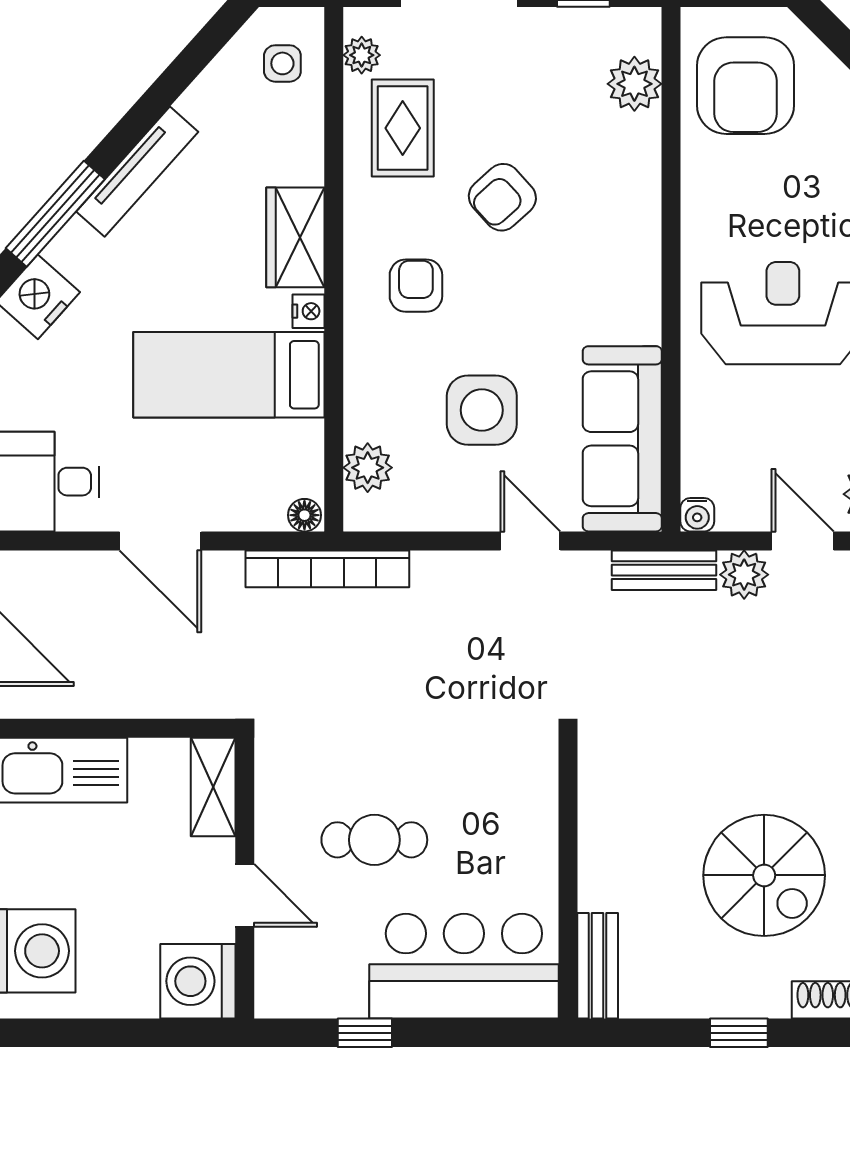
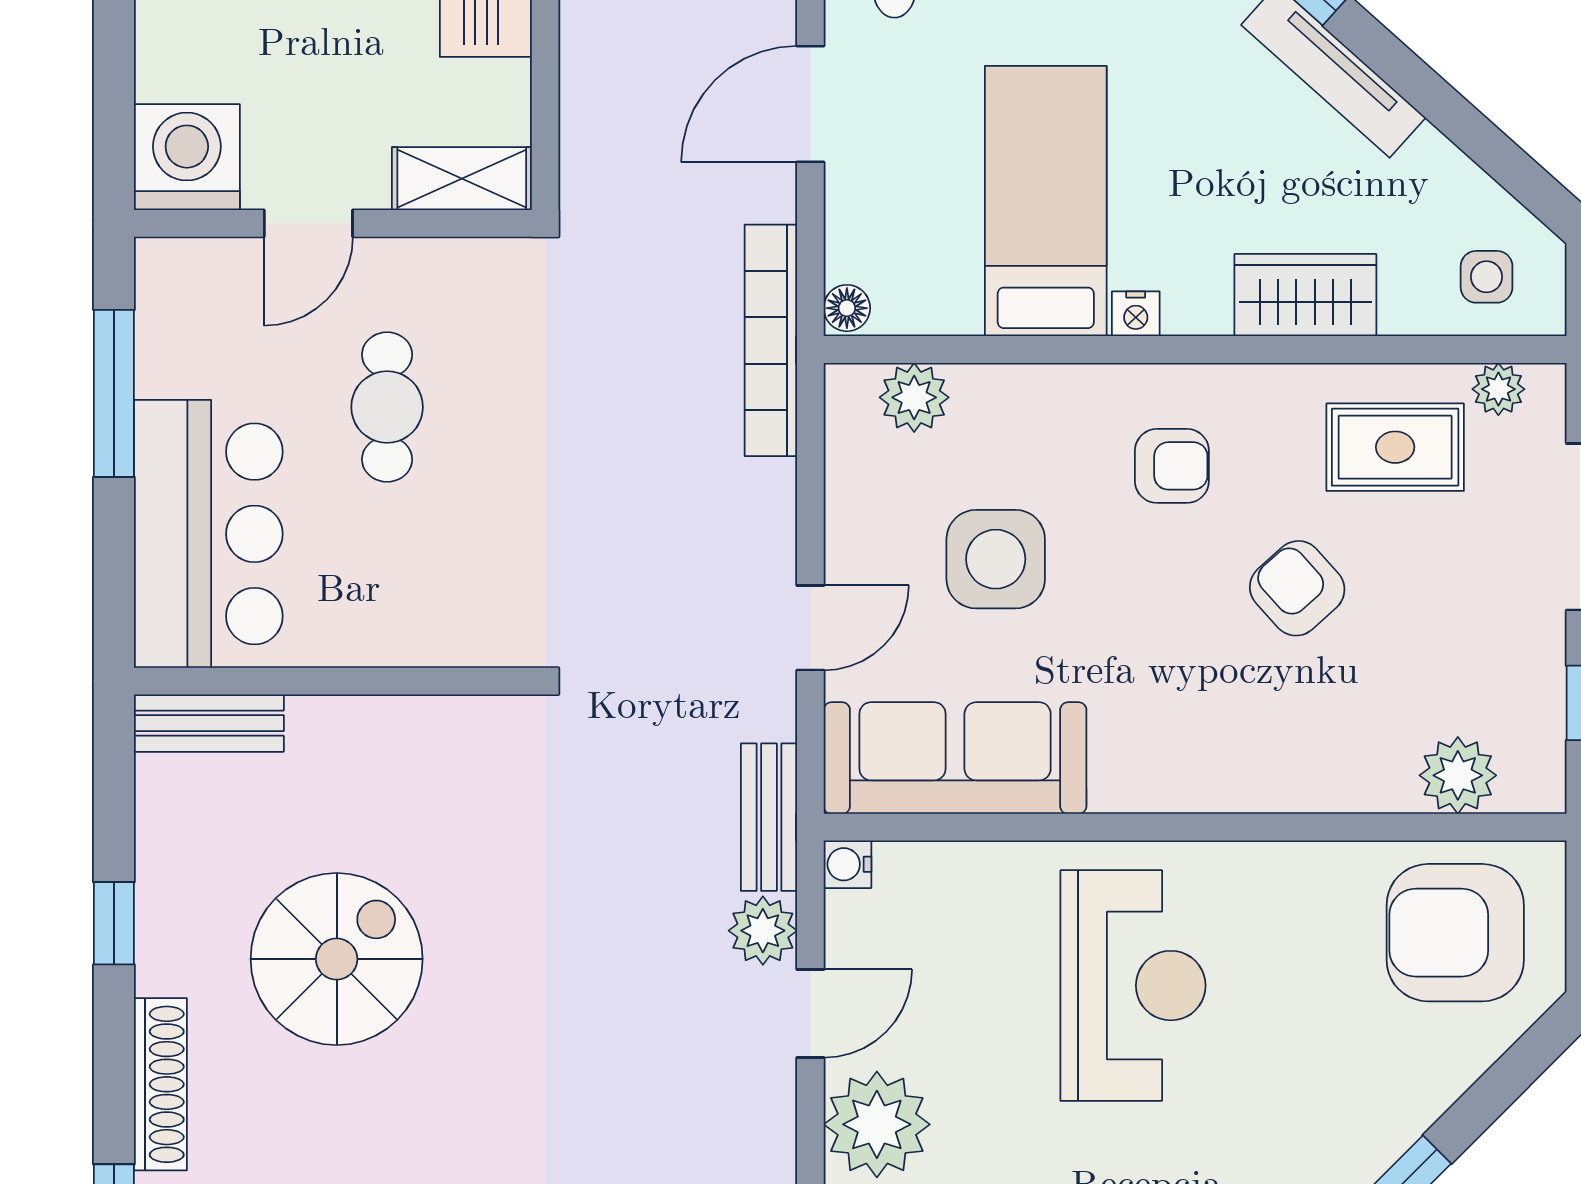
wardrobe: (295, 237) -> (1305, 295), moved
spiral stairs: (764, 875) -> (337, 959), turned 180
window: (365, 1033) -> (114, 393), width x2.17

